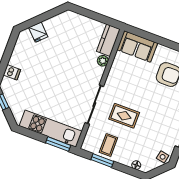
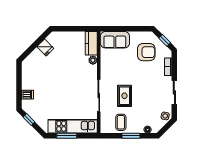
fridge: (38, 32) -> (45, 48), moved
rug: (124, 116) -> (124, 96), turned 90
window: (58, 144) -> (67, 136), moved
window: (102, 161) -> (131, 136), moved

